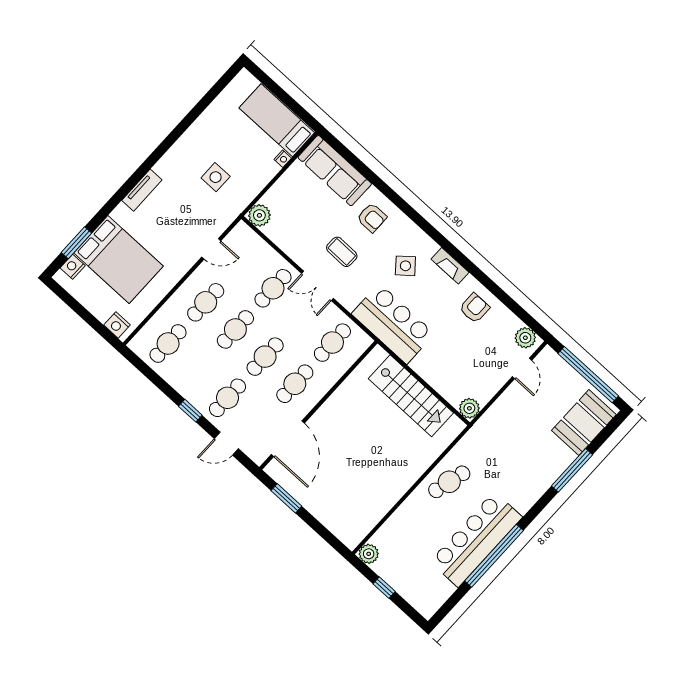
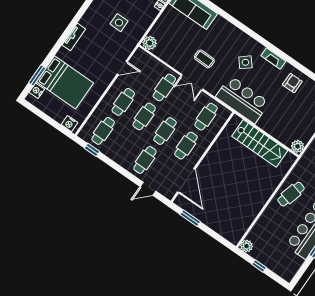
armchair: (372, 218) -> (220, 35), removed
window: (190, 411) -> (92, 150), moved

